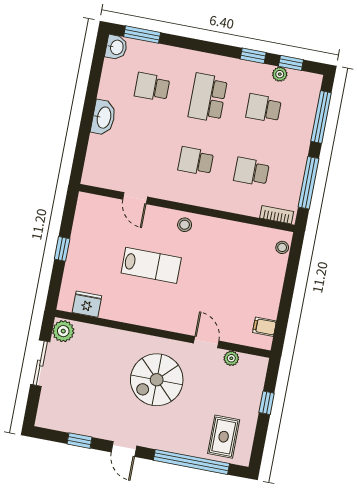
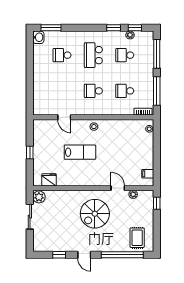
washbasin: (103, 117) -> (39, 77), removed
window: (267, 403) -> (157, 203), moved

